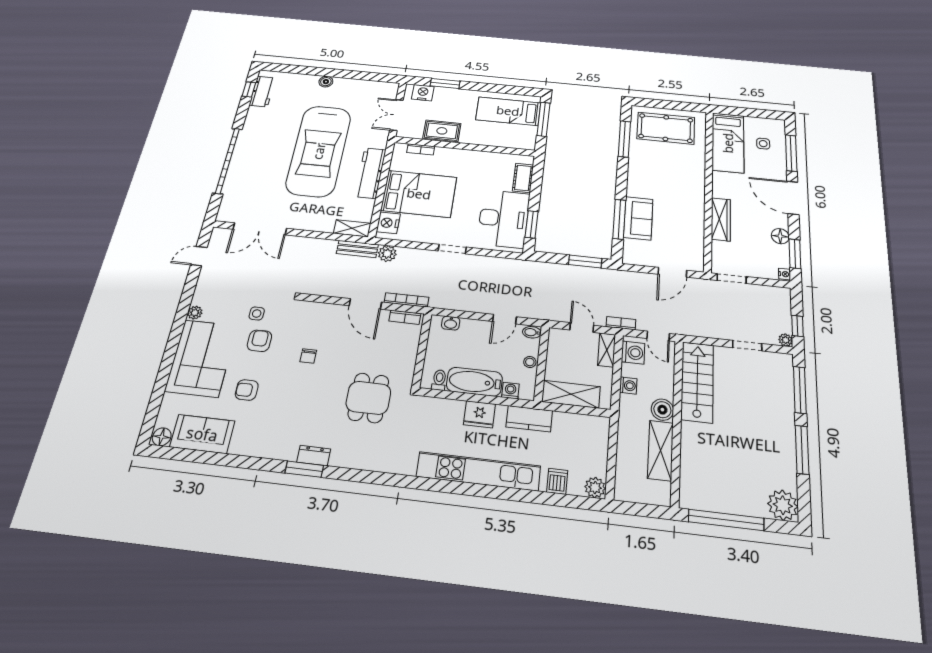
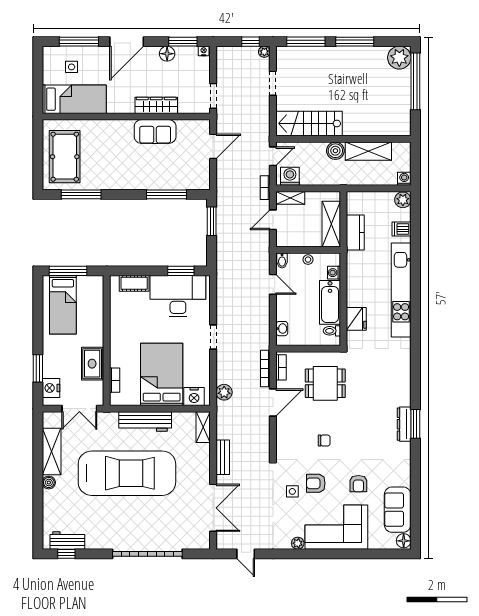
shelving: (357, 87) -> (52, 452), added
sofa: (638, 218) -> (155, 132), moved, turned 180
bench: (357, 249) -> (223, 457), moved
door: (672, 272) -> (213, 146), hinge flipped
washing machine: (628, 386) -> (404, 179), moved
dining table: (368, 398) -> (325, 383), moved
fridge: (479, 414) -> (356, 319), moved
kitchen counter: (529, 419) -> (355, 233), moved
dresser: (314, 456) -> (404, 424), width x1.44
window: (726, 520) -> (415, 81), moved

